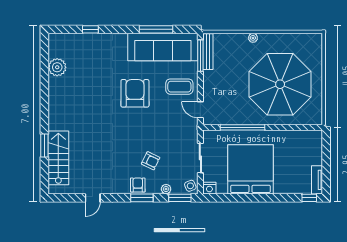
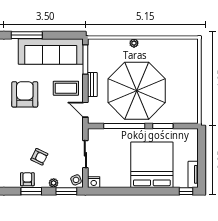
window: (156, 29) -> (27, 35), moved
bench: (208, 52) -> (92, 84), moved, width x0.73
parasol: (280, 84) -> (137, 91), moved
window: (284, 127) -> (163, 126), added
bed: (250, 169) -> (152, 165), moved

